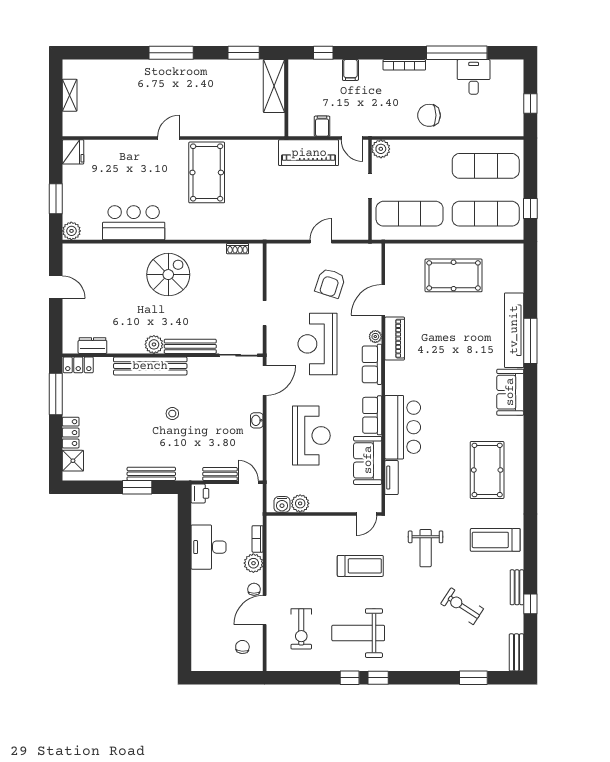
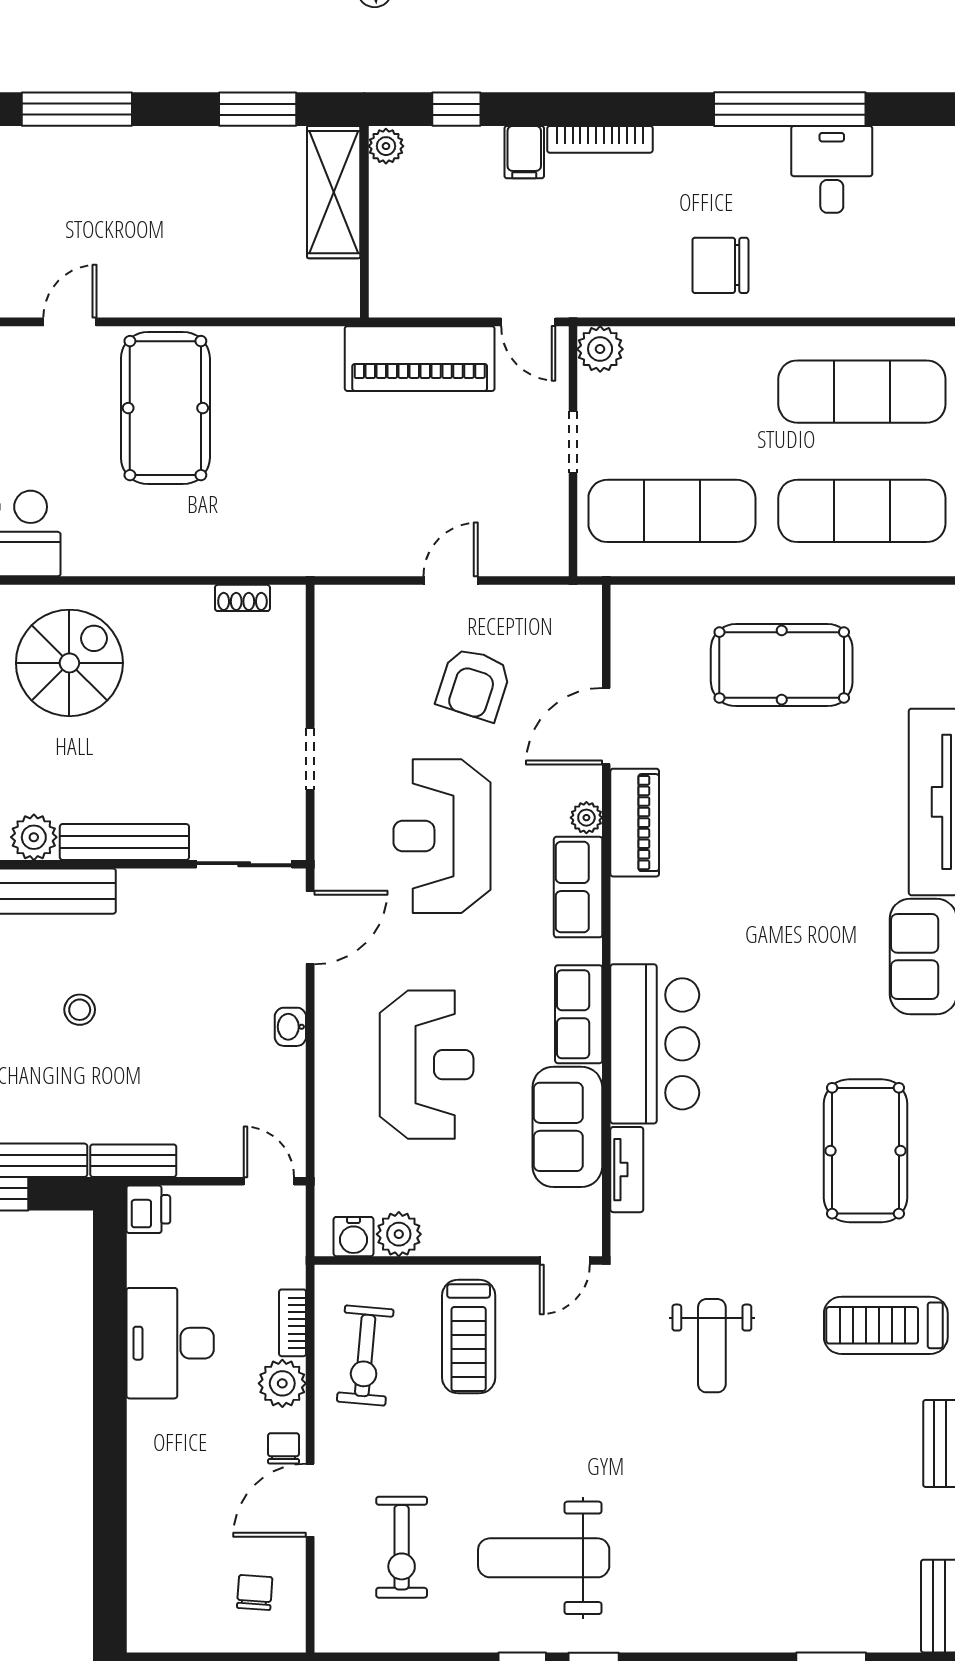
bookcase: (404, 65) -> (600, 139), moved
plant: (295, 68) -> (386, 146), added
filing cabinet: (322, 126) -> (453, 292), removed
bench: (220, 474) -> (133, 1161), moved
treadmill: (360, 566) -> (469, 1337), moved, turned 90
exercise bike: (462, 606) -> (365, 1355), moved, turned -118

